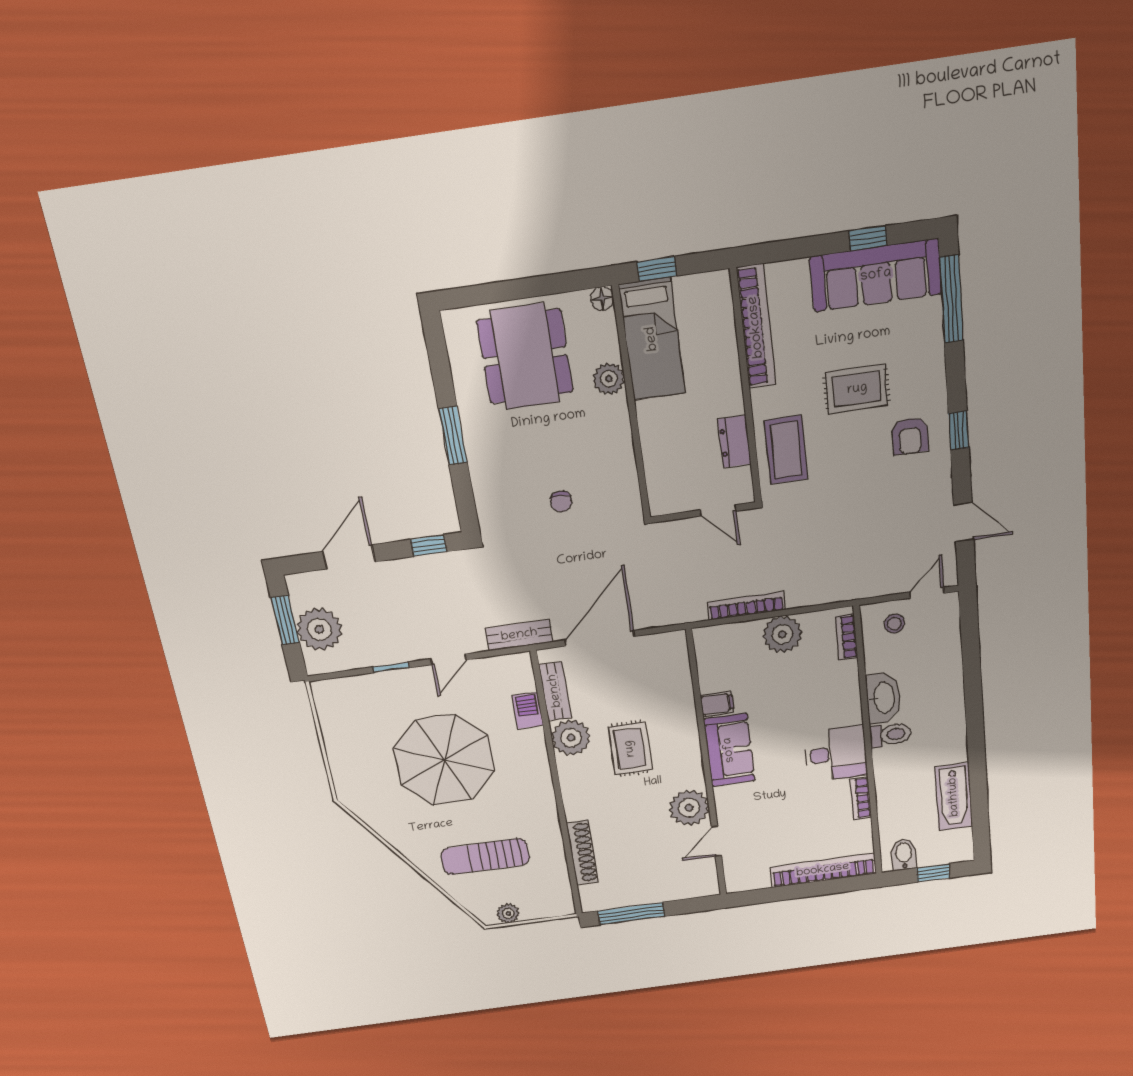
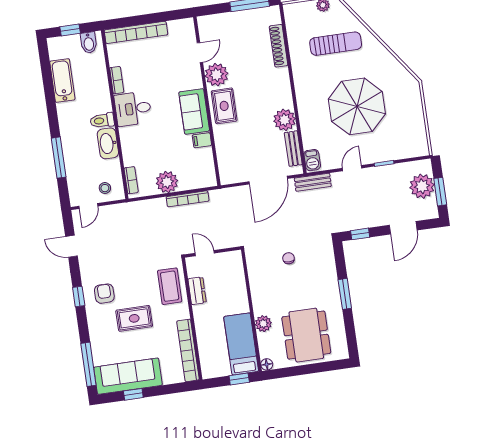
window: (972, 674) -> (59, 158), added
barbecue: (528, 711) -> (312, 160), moved
rug: (630, 749) -> (224, 106), moved

